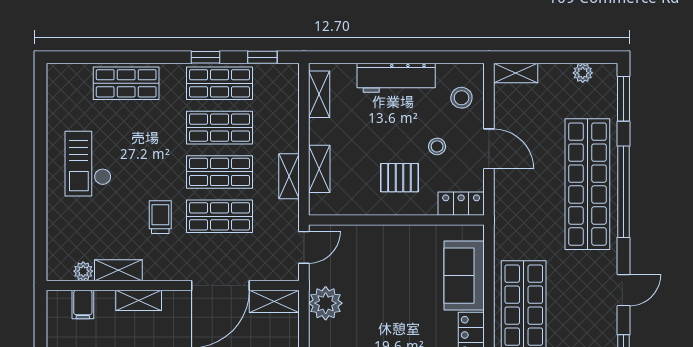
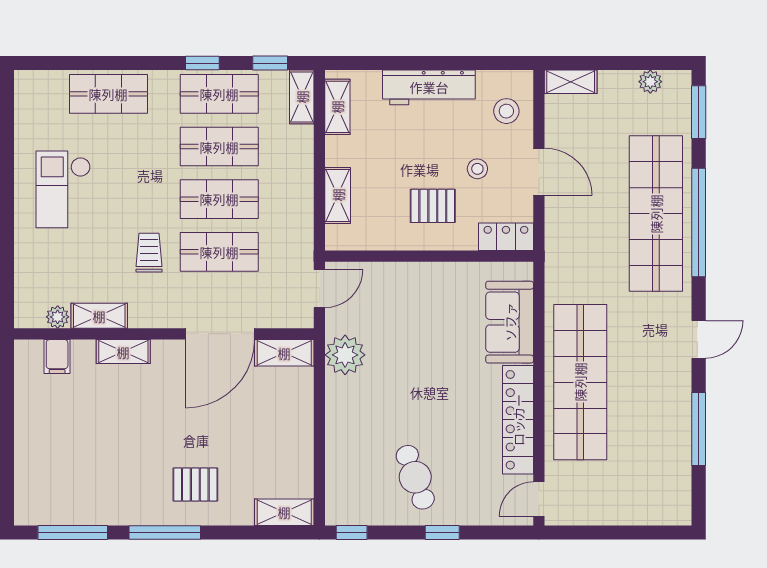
shelving: (289, 176) -> (302, 97), moved

